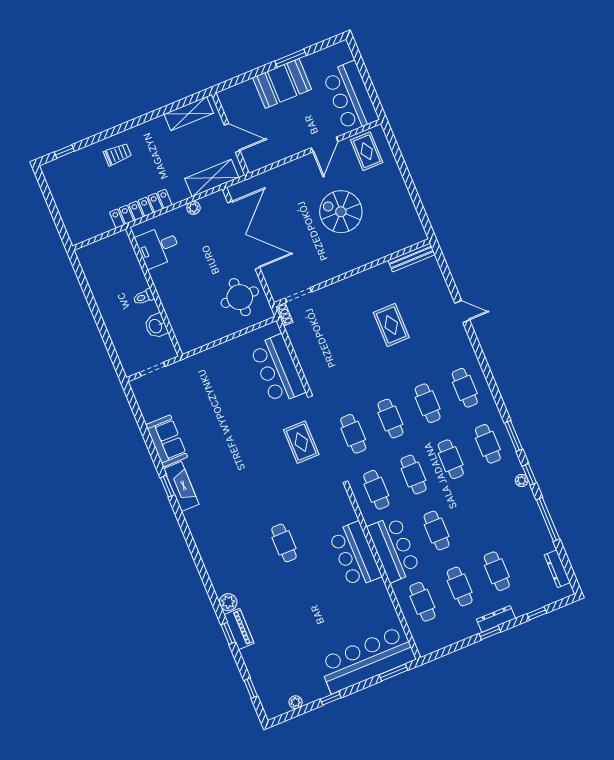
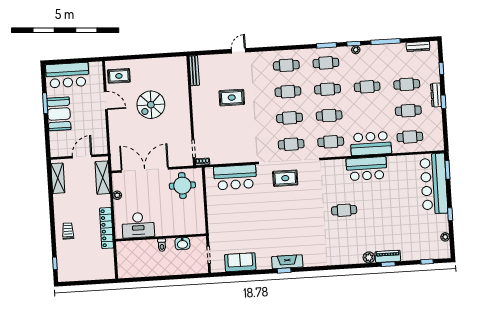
bar counter: (351, 97) -> (67, 75), moved
desk: (158, 247) -> (138, 225), width x1.37
sofa: (167, 441) -> (240, 262), moved
cafe table: (437, 530) -> (367, 87), moved

